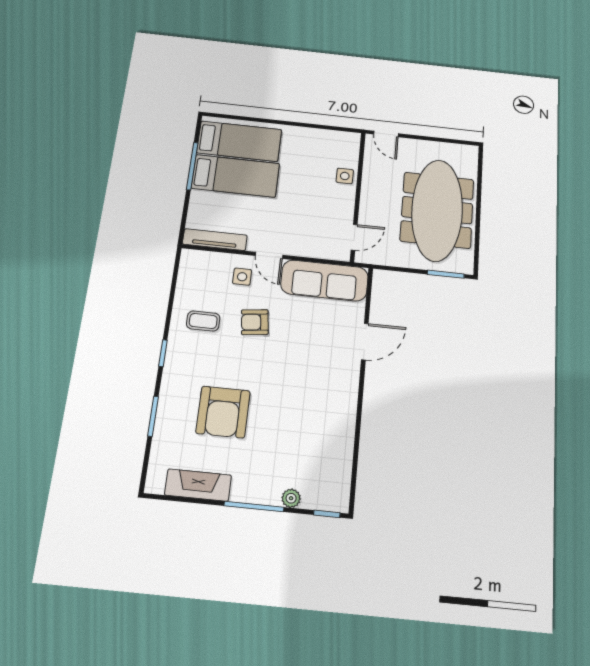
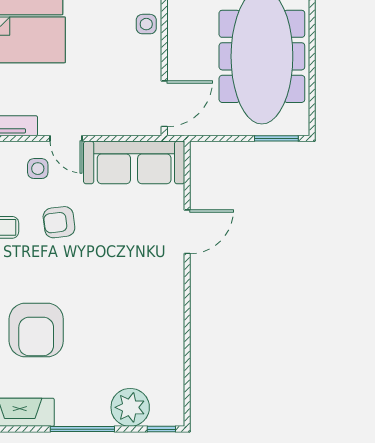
door: (354, 237) -> (164, 104), width x1.38
plant: (291, 498) -> (130, 407), width x1.87, depth x1.87

